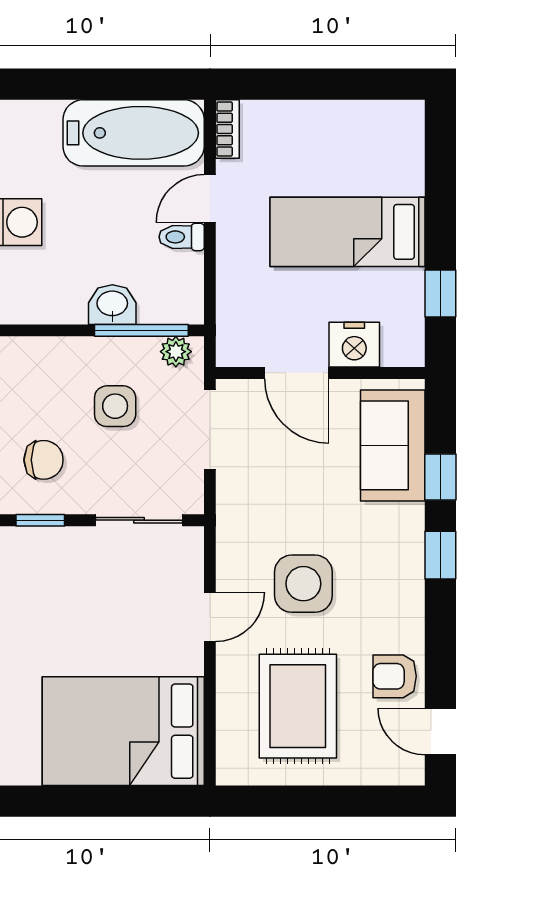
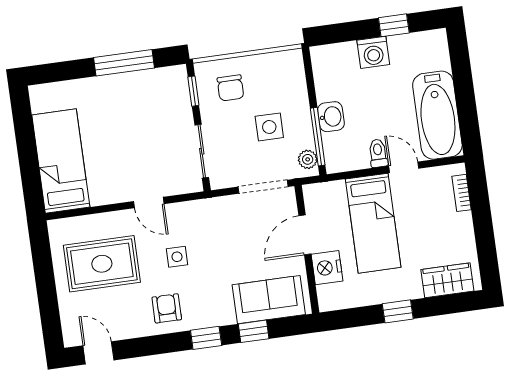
bookcase: (227, 129) -> (462, 193), moved, turned 90
wardrobe: (402, 154) -> (447, 280), added
bed: (348, 232) -> (373, 223), moved, turned 180
window: (440, 293) -> (398, 311), moved
side table: (303, 584) -> (177, 257), width x0.54, depth x0.54
armchair: (395, 676) -> (167, 308), moved
bed: (123, 731) -> (61, 161), width x0.67
door: (440, 731) -> (98, 353), hinge flipped

